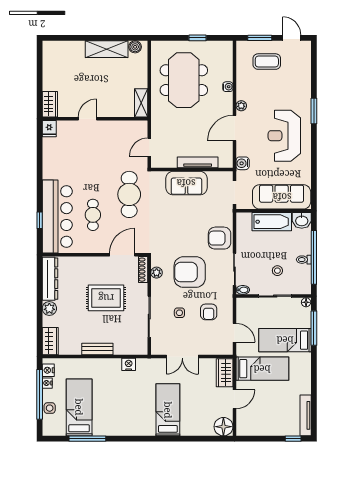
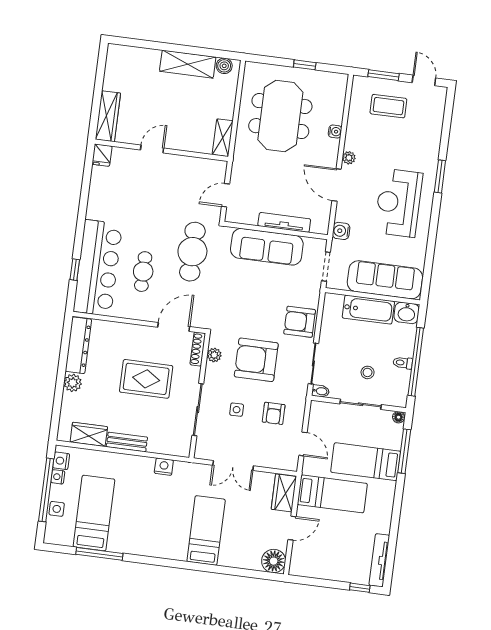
wardrobe: (50, 104) -> (108, 116), width x1.50
door: (234, 128) -> (337, 185), hinge flipped
sofa: (186, 183) -> (267, 247), width x1.36
wardrobe: (50, 341) -> (89, 434), moved, turned -90

